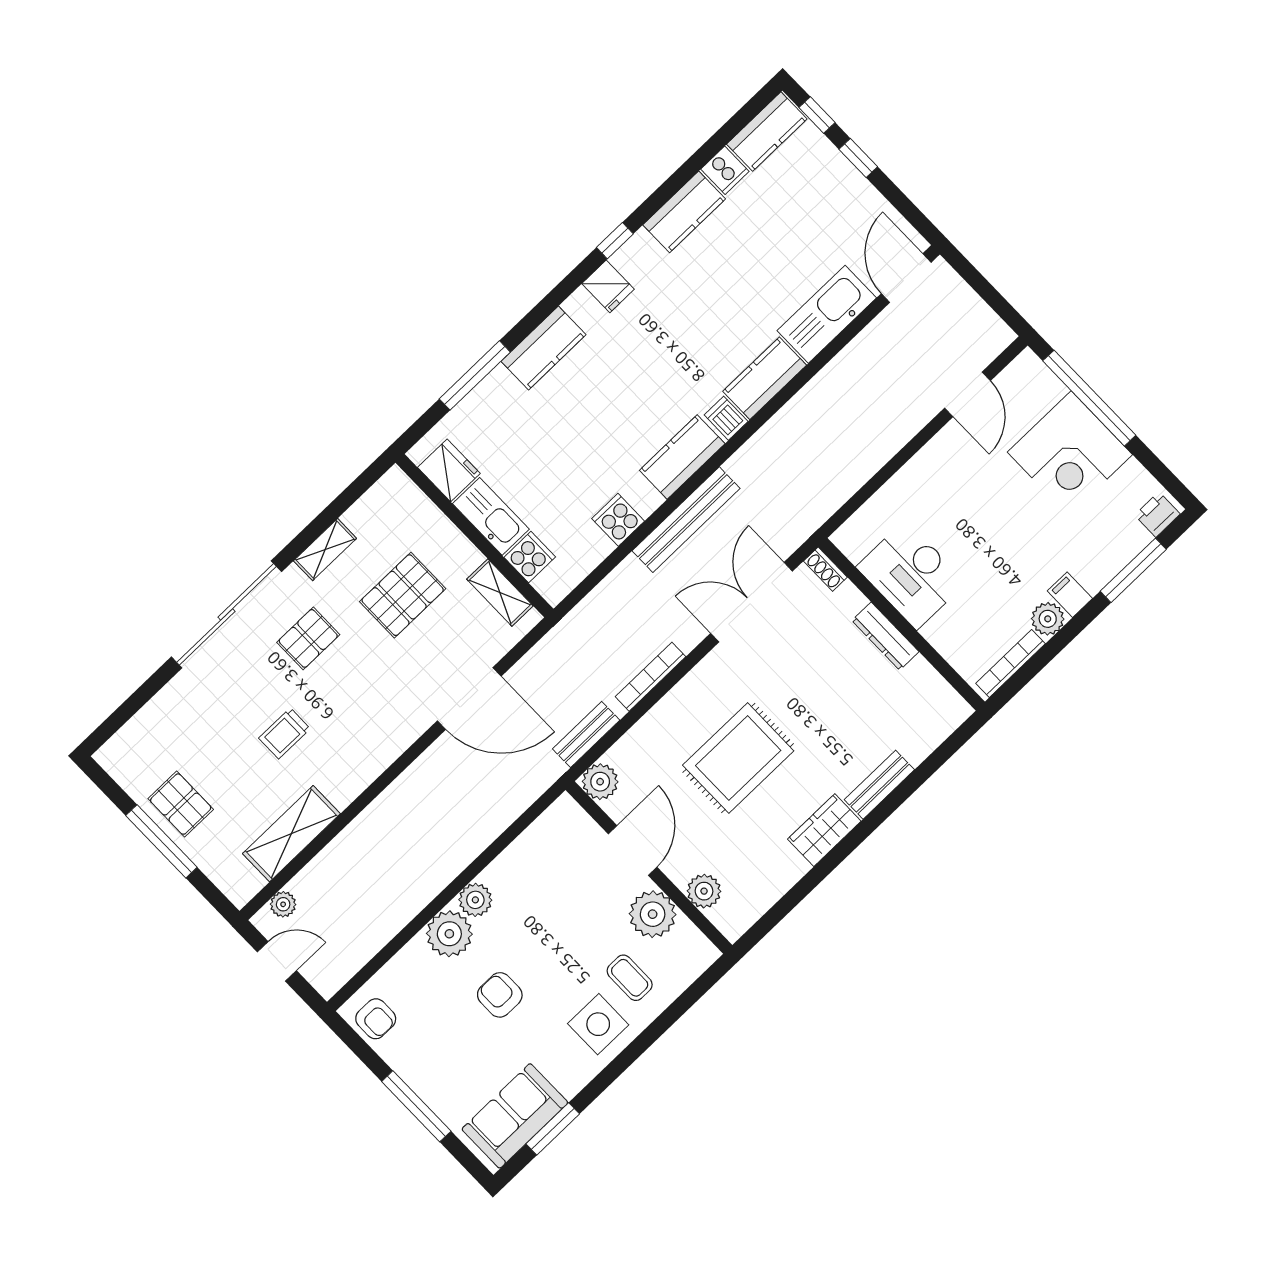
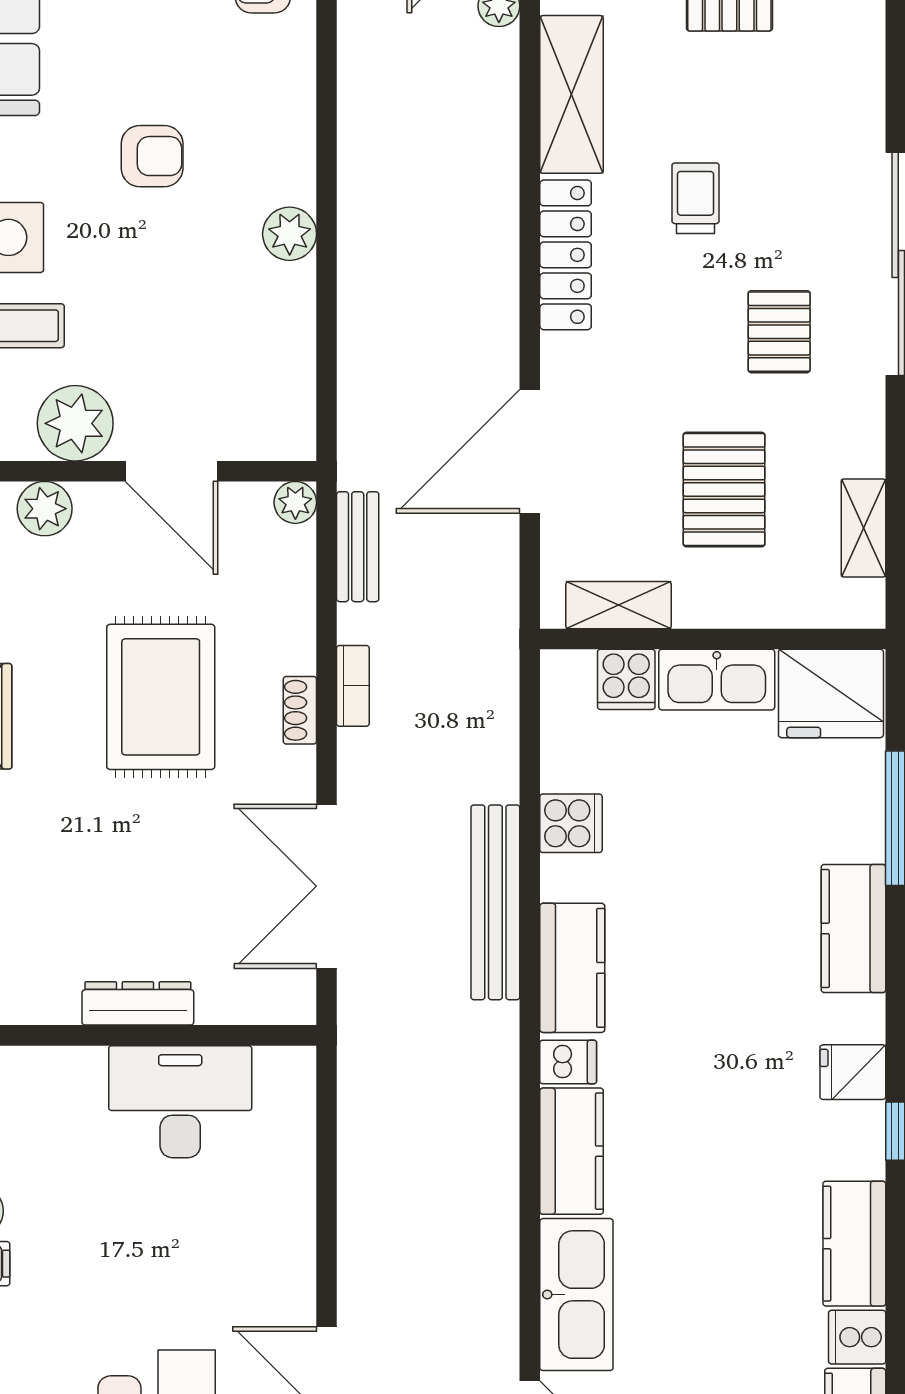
fridge: (449, 470) -> (831, 693), width x1.36, depth x1.34
shelving: (325, 550) -> (863, 528), moved
shoe rack: (825, 569) -> (300, 710), moved, turned -90
double door: (752, 602) -> (326, 886), swing flipped
bookcase: (651, 677) -> (353, 686), width x0.64
locker: (366, 767) -> (566, 255), added
plant: (600, 782) -> (295, 502), width x0.73, depth x0.73
plant: (449, 934) -> (279, 166), removed

